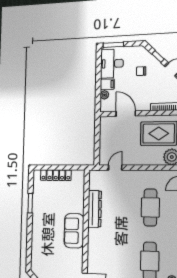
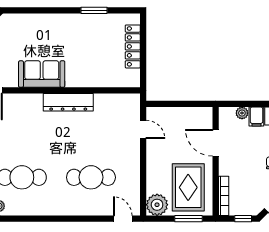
door: (126, 114) -> (216, 143), swing flipped
dresser: (95, 209) -> (68, 102), moved
sofa: (74, 231) -> (42, 74), moved

